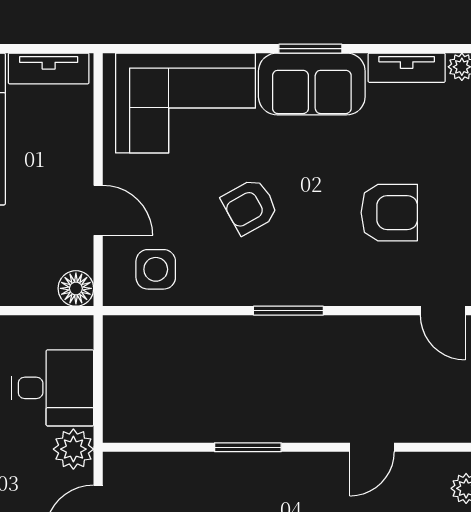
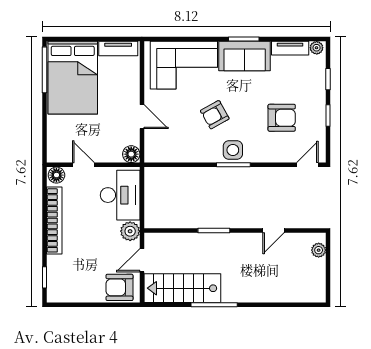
side table: (156, 269) -> (233, 150), moved
door: (443, 311) -> (307, 165), swing flipped
desk: (53, 388) -> (120, 195), width x1.37

